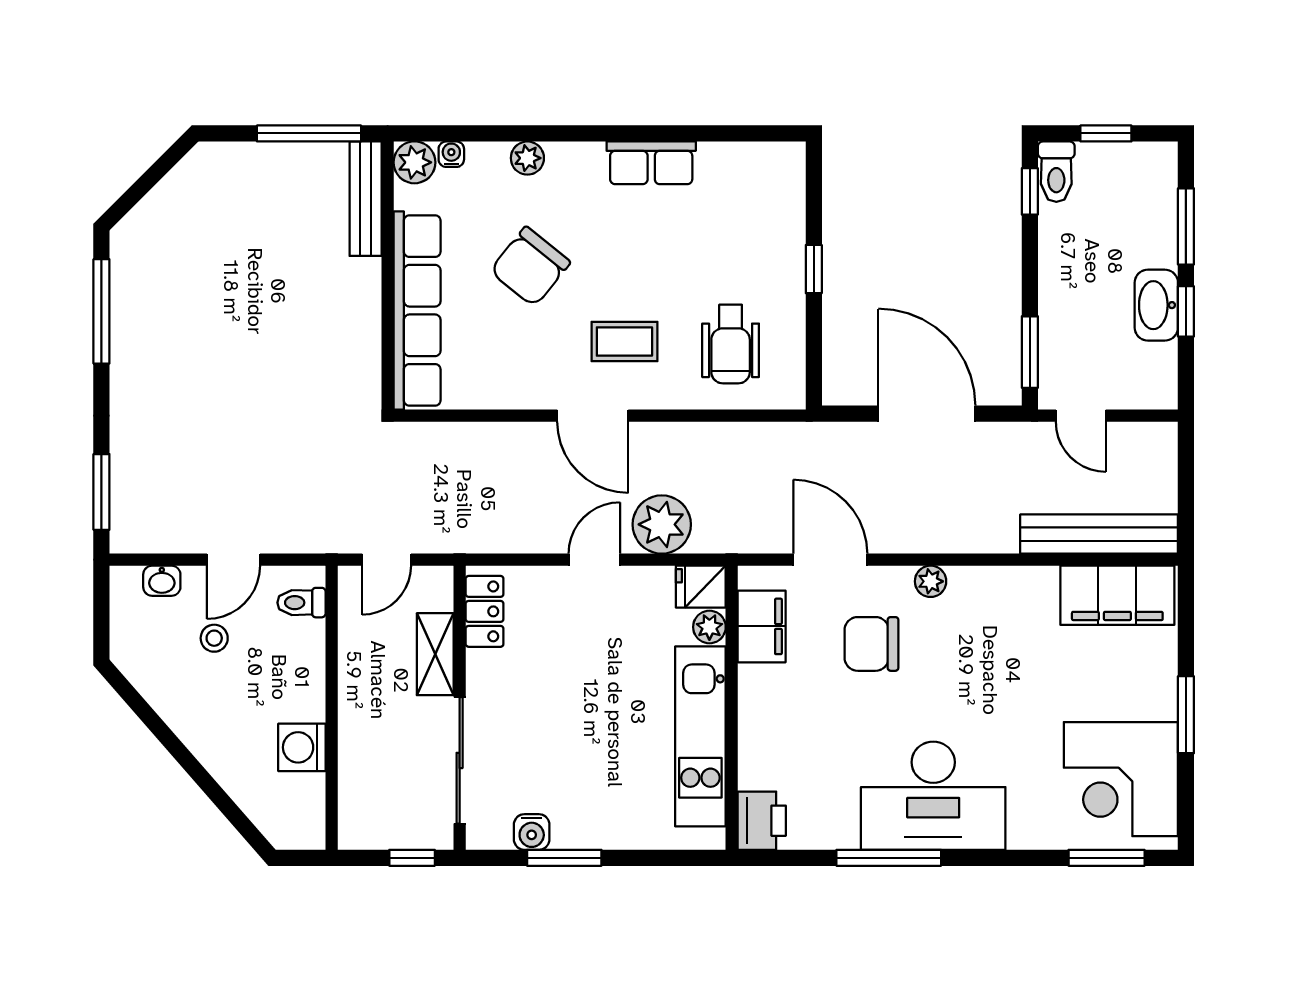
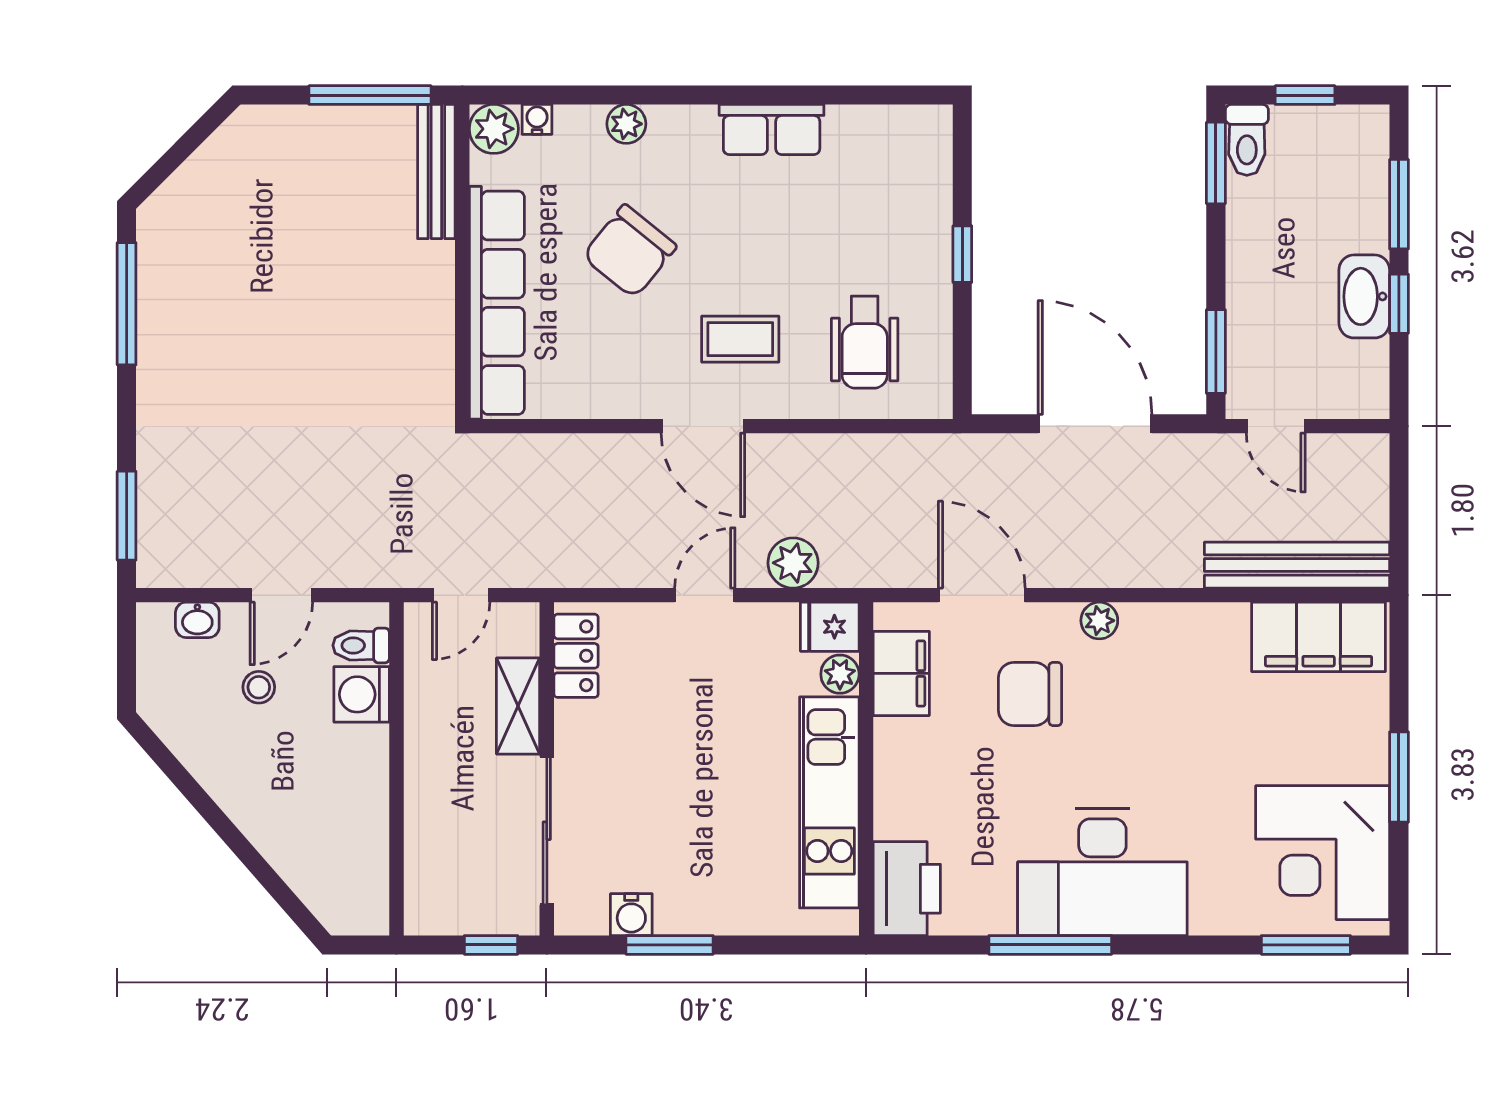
window: (1030, 191) -> (1216, 163), width x1.50
plant: (662, 524) -> (793, 563), width x0.73, depth x0.73
washing machine: (302, 747) -> (362, 694), moved
printer: (762, 821) -> (907, 889), width x1.37, depth x1.19

